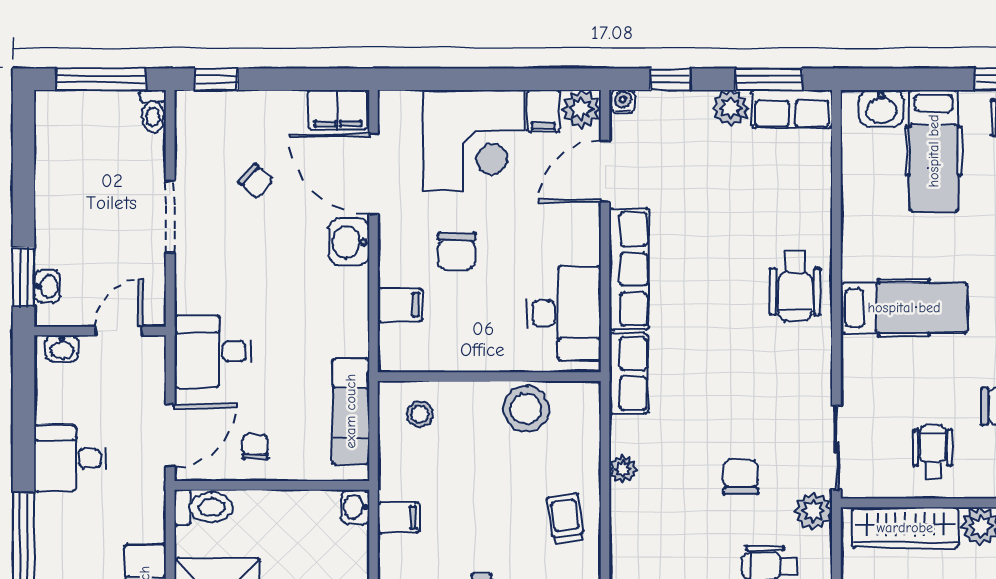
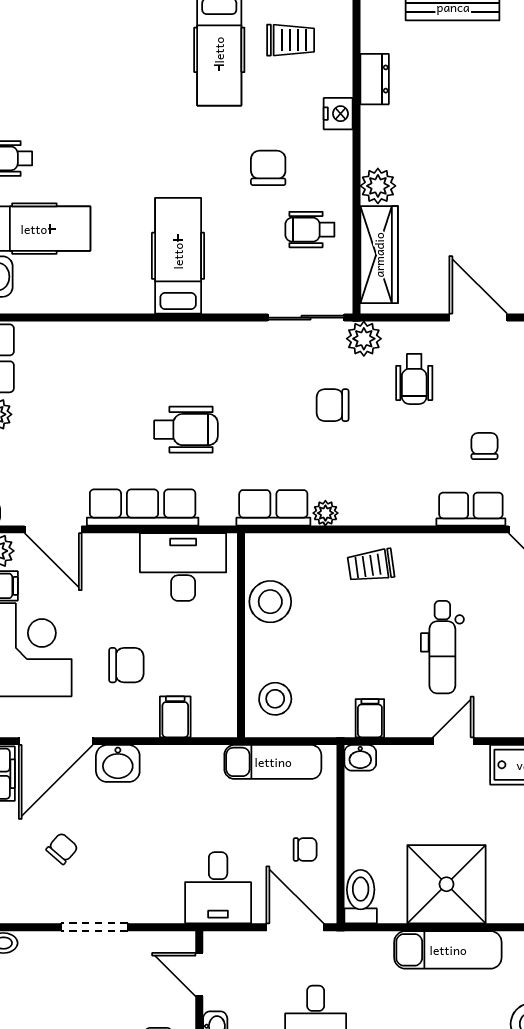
wheelchair: (795, 286) -> (186, 430), moved
row of seats: (629, 373) -> (273, 508), moved
stool: (420, 414) -> (275, 699), width x1.37, depth x1.37
chair: (255, 447) -> (305, 849), turned 180

